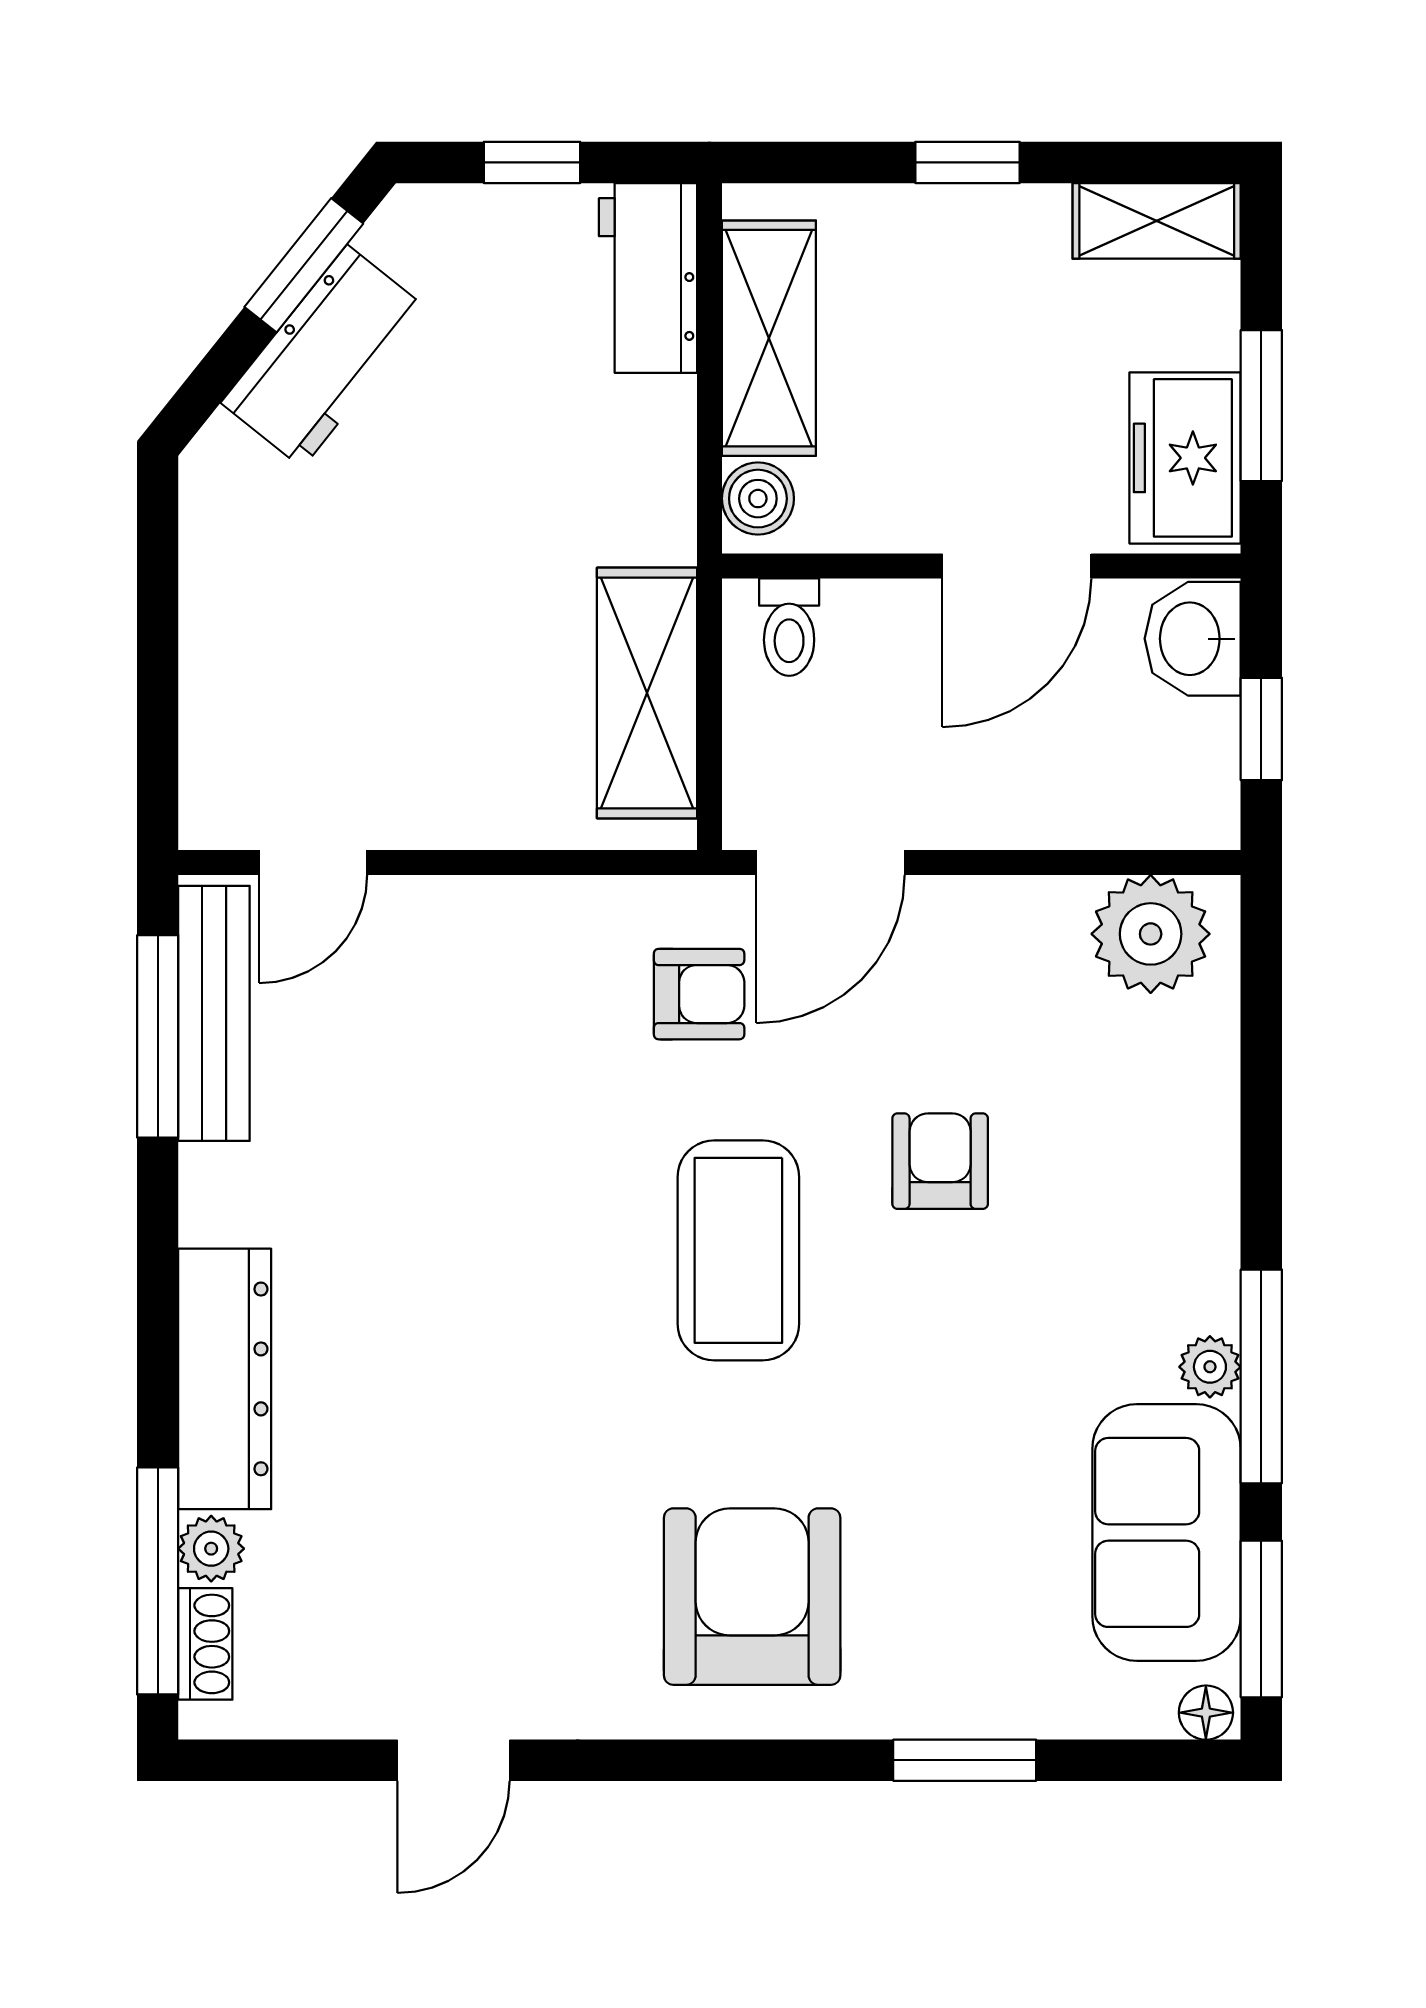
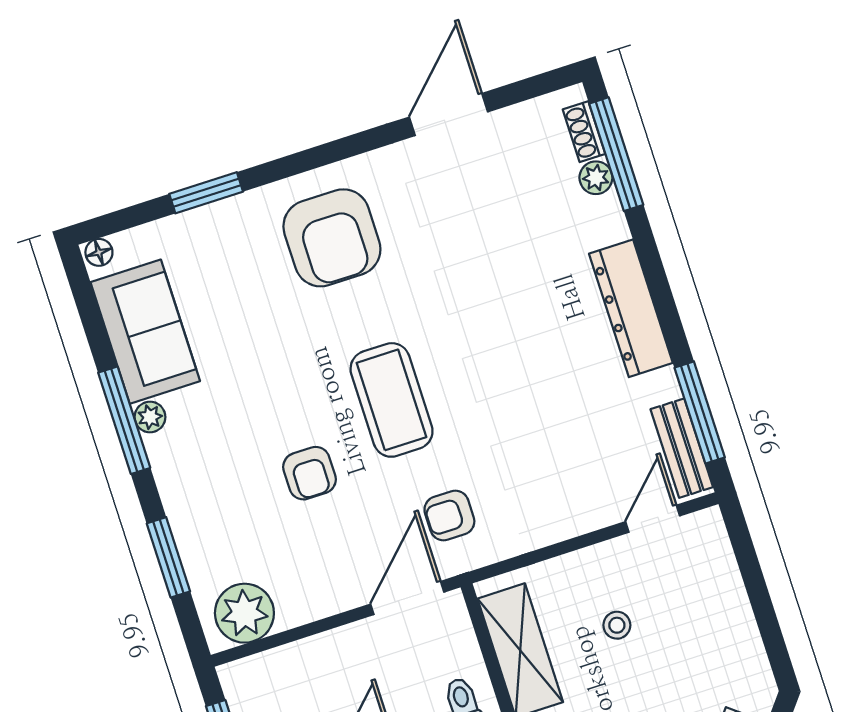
stool: (447, 681) -> (617, 625), added
bench: (214, 1013) -> (682, 448), width x0.73
dresser: (225, 1379) -> (631, 308), moved
window: (1261, 1619) -> (168, 557), moved
door: (454, 1760) -> (449, 114), width x1.38

